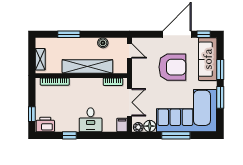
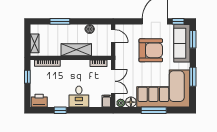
shelving: (87, 66) -> (76, 50), width x0.68
window: (220, 70) -> (193, 39), moved
window: (32, 114) -> (27, 77), moved

